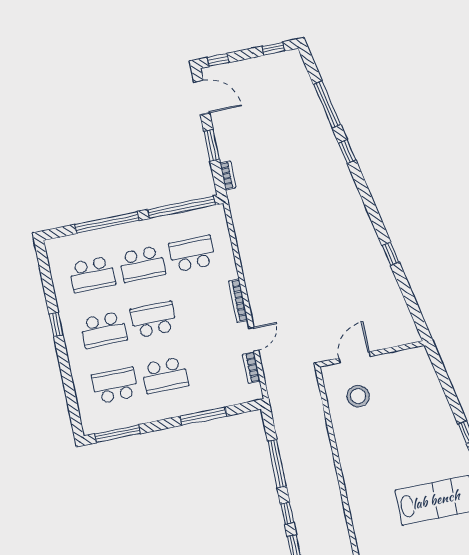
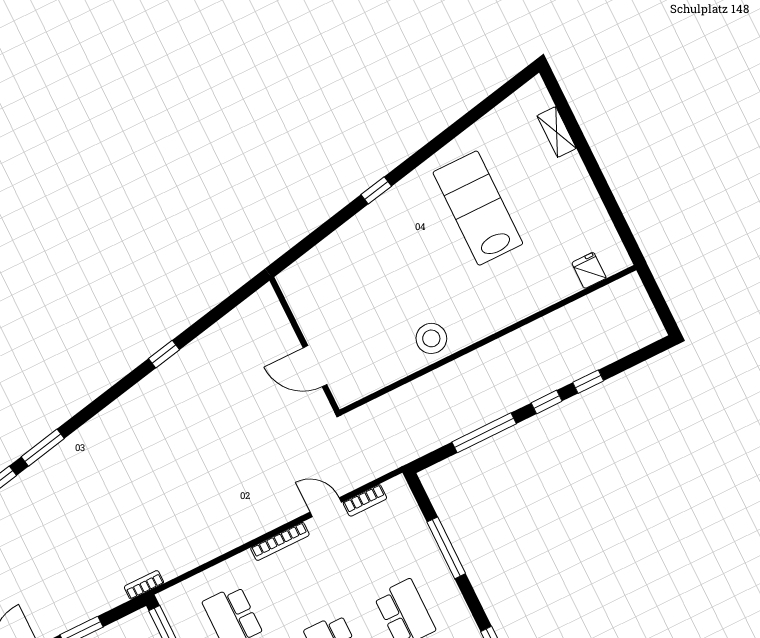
window: (347, 152) -> (43, 448), width x1.50
bookcase: (228, 175) -> (144, 585), moved
stool: (358, 396) -> (431, 338), moved

